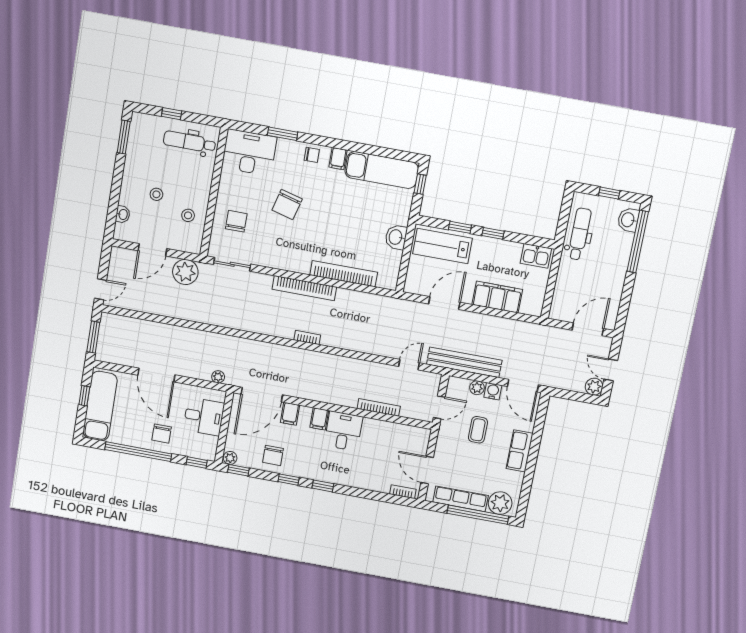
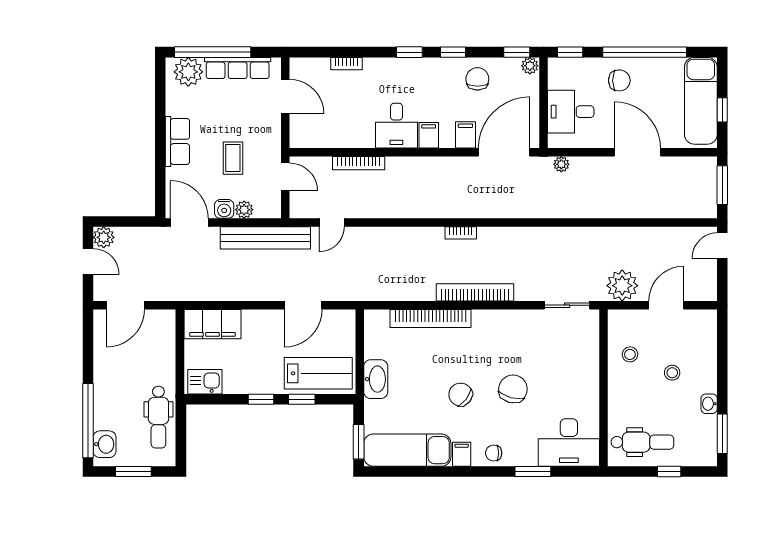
window: (420, 184) -> (359, 442), width x1.50
window: (609, 193) -> (133, 472), width x1.50
washbasin: (123, 214) -> (709, 404), moved
chair: (236, 221) -> (461, 395), moved, turned 128
washbasin: (396, 237) -> (376, 379), width x1.38
filing cabinet: (497, 297) -> (212, 324), moved
door: (439, 407) -> (285, 177), swing flipped
chair: (162, 434) -> (619, 80), turned 90
bookcase: (403, 492) -> (346, 64), moved

